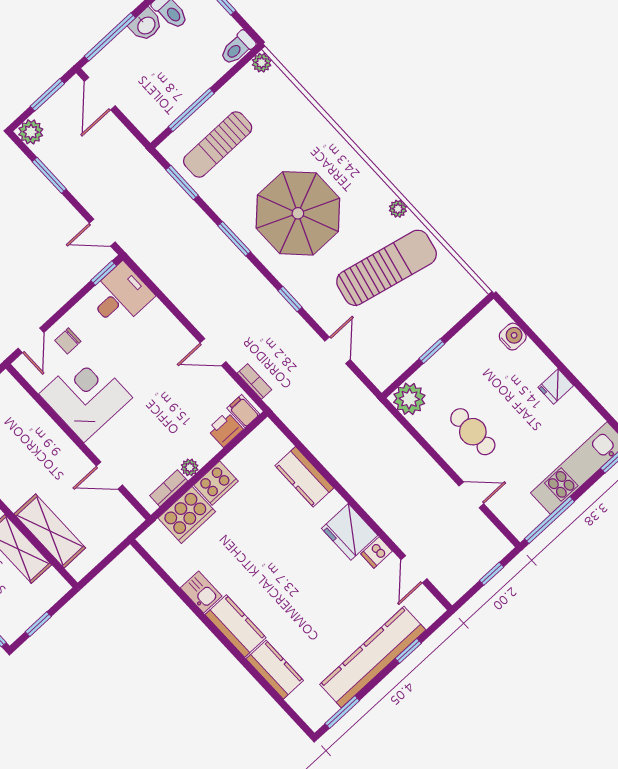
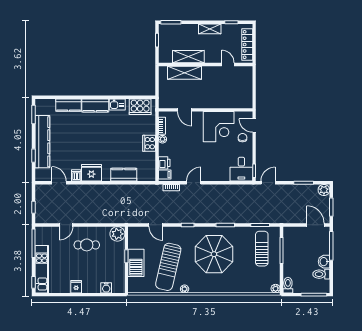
barbecue: (428, 326) -> (136, 263), added
door: (109, 476) -> (185, 110), swing flipped
cooker: (187, 515) -> (140, 107), moved, turned -90

